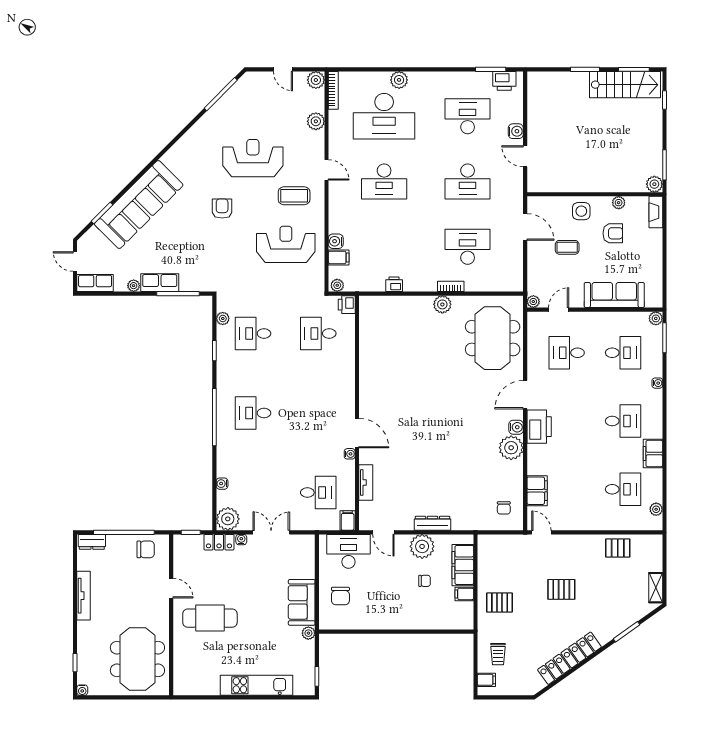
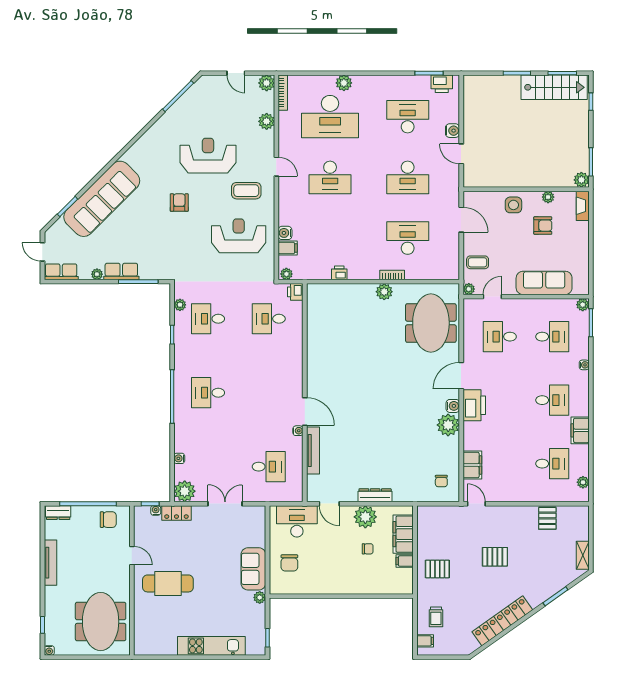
coffee table: (567, 247) -> (478, 262), moved
tv unit: (366, 482) -> (313, 451), width x1.41
filing cabinet: (348, 521) -> (296, 493), removed
water cooler: (241, 540) -> (156, 510), moved
pallet: (618, 548) -> (547, 518), turned 90

